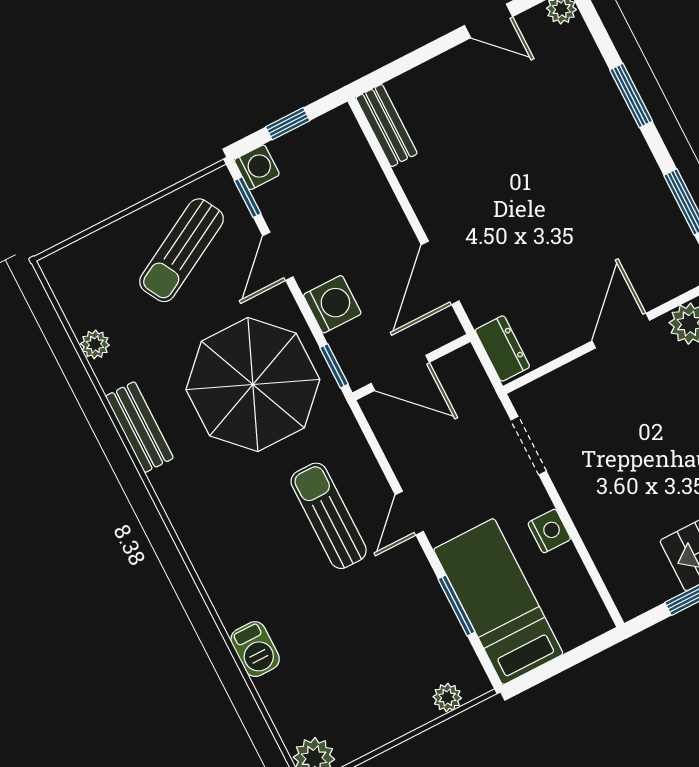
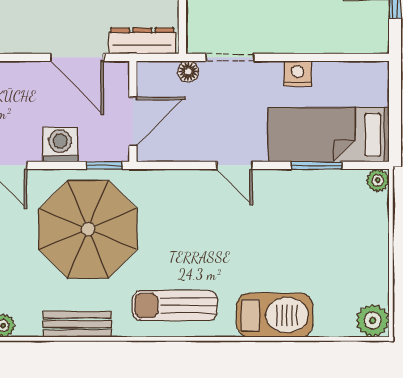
dresser: (502, 349) -> (142, 41), width x1.44
floor lamp: (489, 407) -> (188, 72), added
sun lounger: (329, 516) -> (175, 306), moved
barbecue: (255, 649) -> (275, 315), width x1.88, depth x1.53
plant: (447, 697) -> (378, 180), moved

